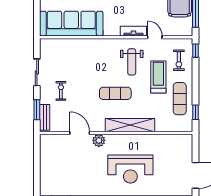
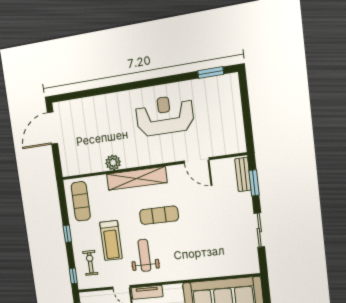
exercise bike: (61, 91) -> (226, 210), removed
exercise mat: (180, 99) -> (81, 201), moved
window: (195, 112) -> (67, 234), moved
plant: (99, 140) -> (113, 163), moved
reception desk: (130, 169) -> (165, 115), moved

